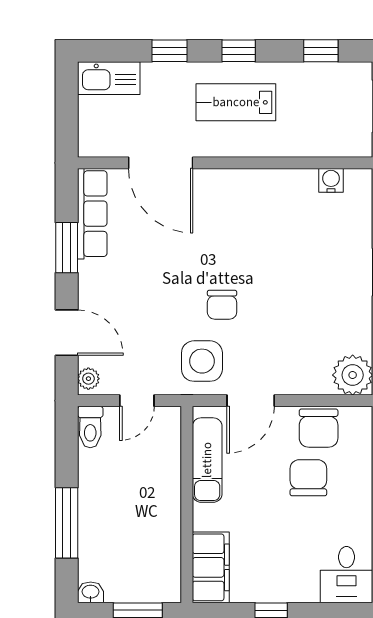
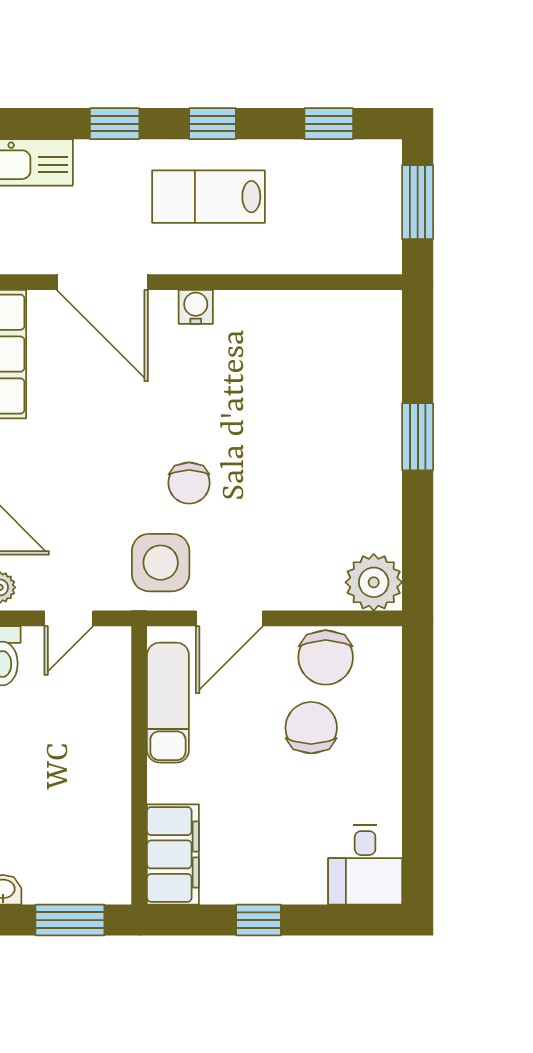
water cooler: (331, 180) -> (196, 307), moved

